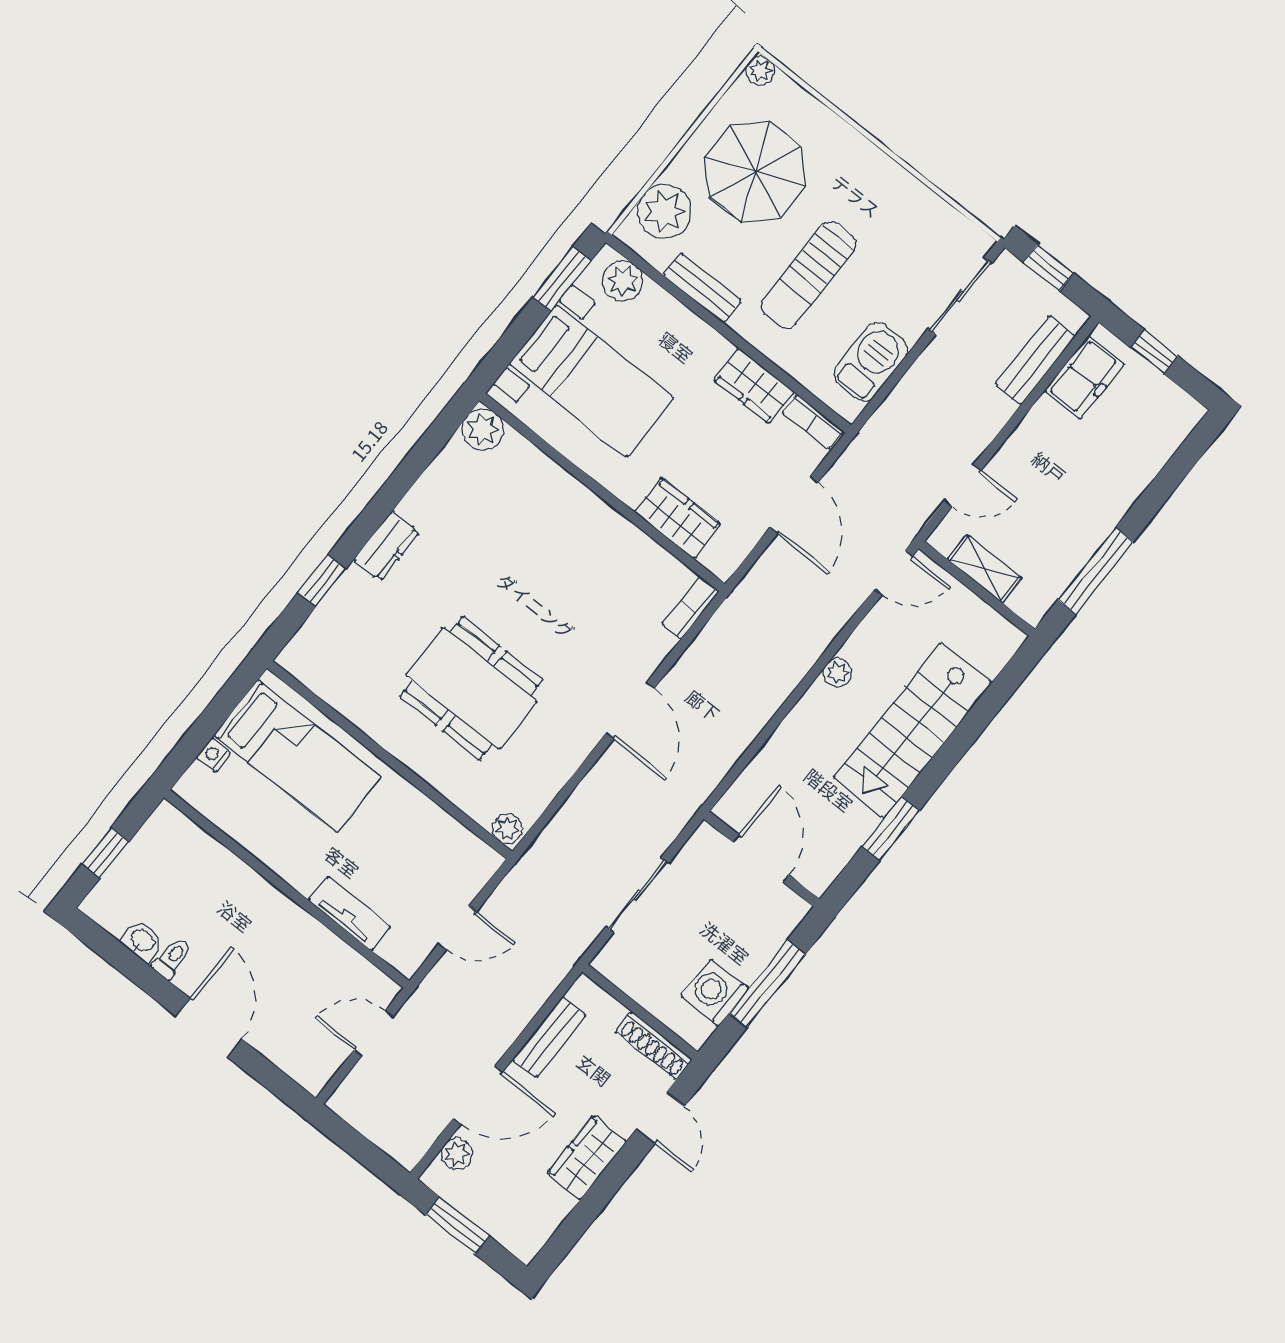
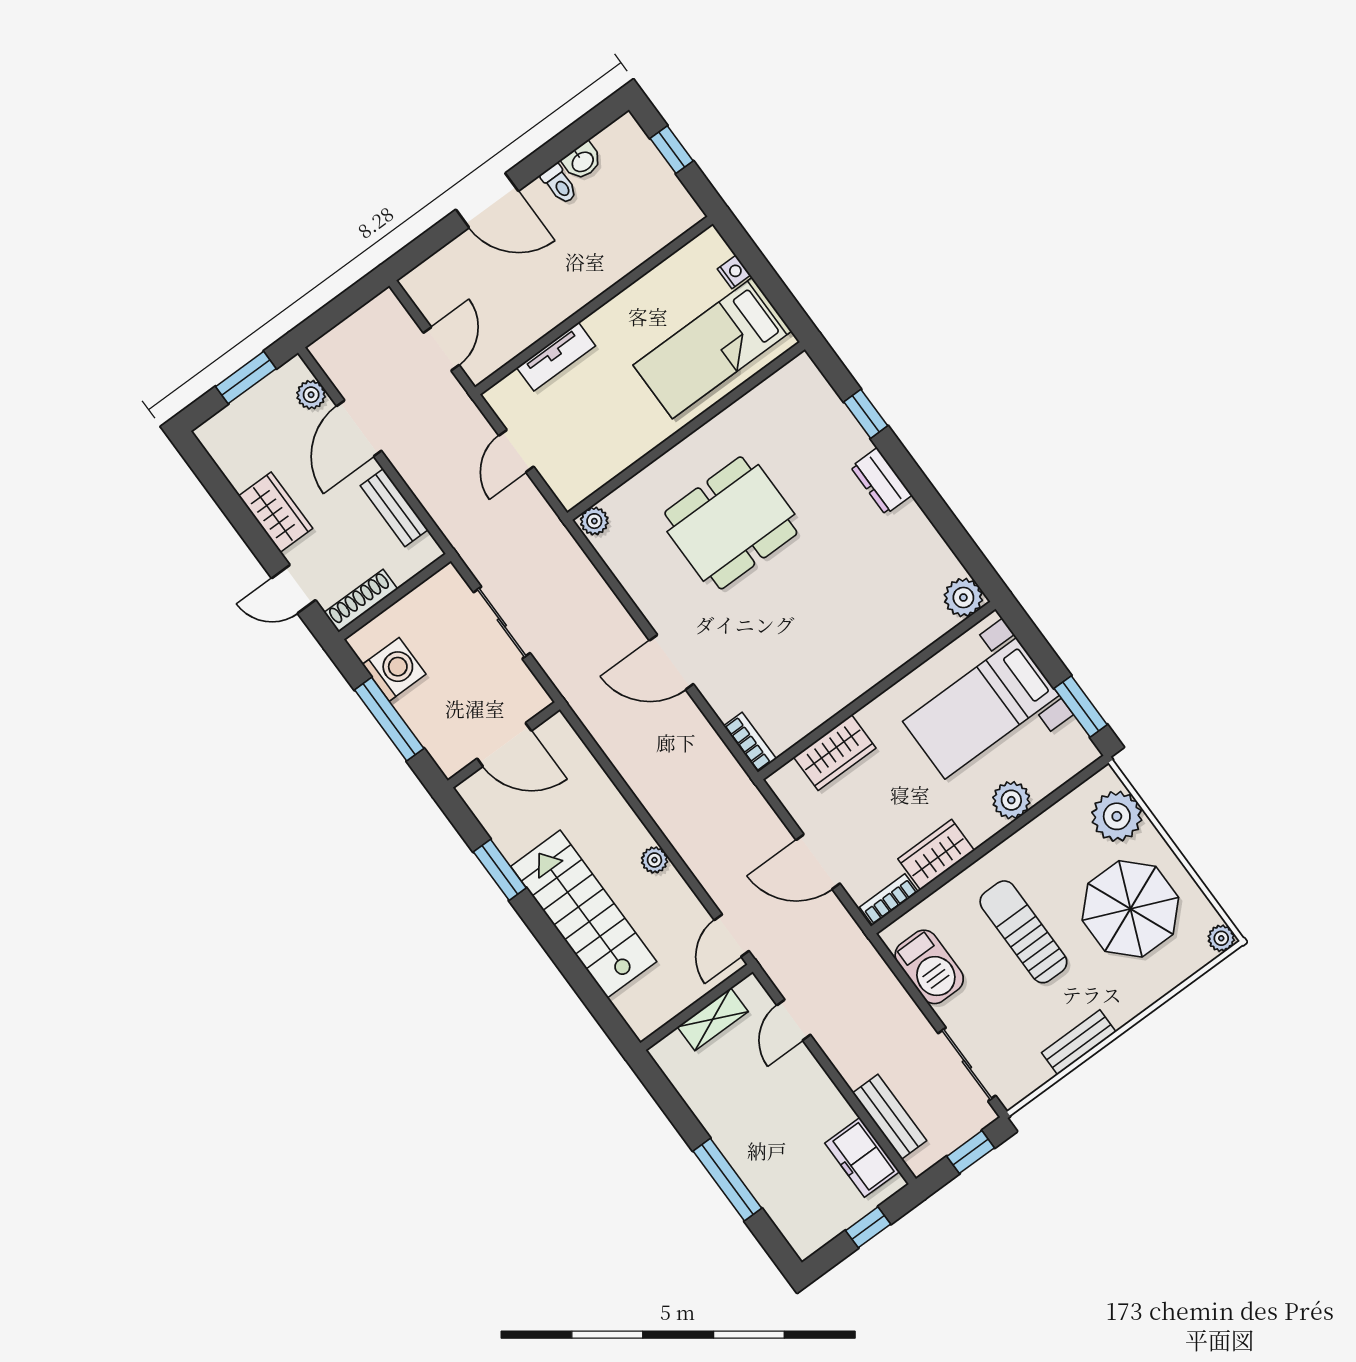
plant: (623, 281) -> (1011, 800), moved
bench: (702, 288) -> (1079, 1042), moved
window: (1096, 571) -> (727, 1180), moved

